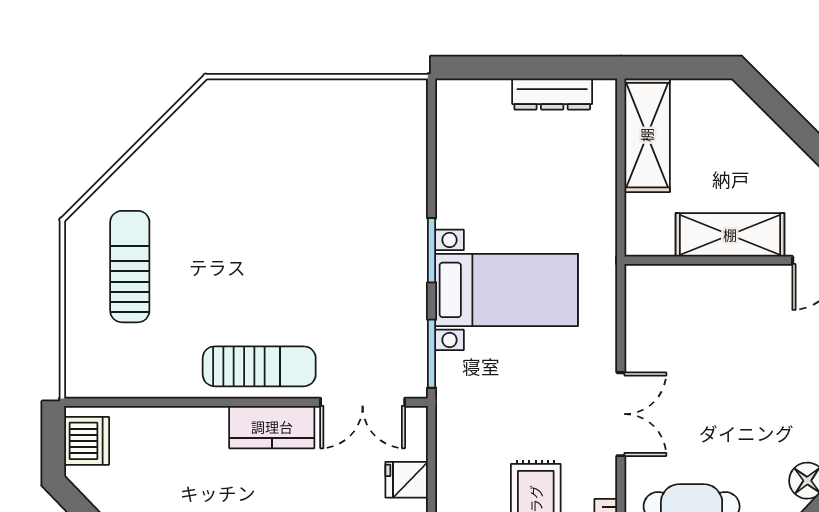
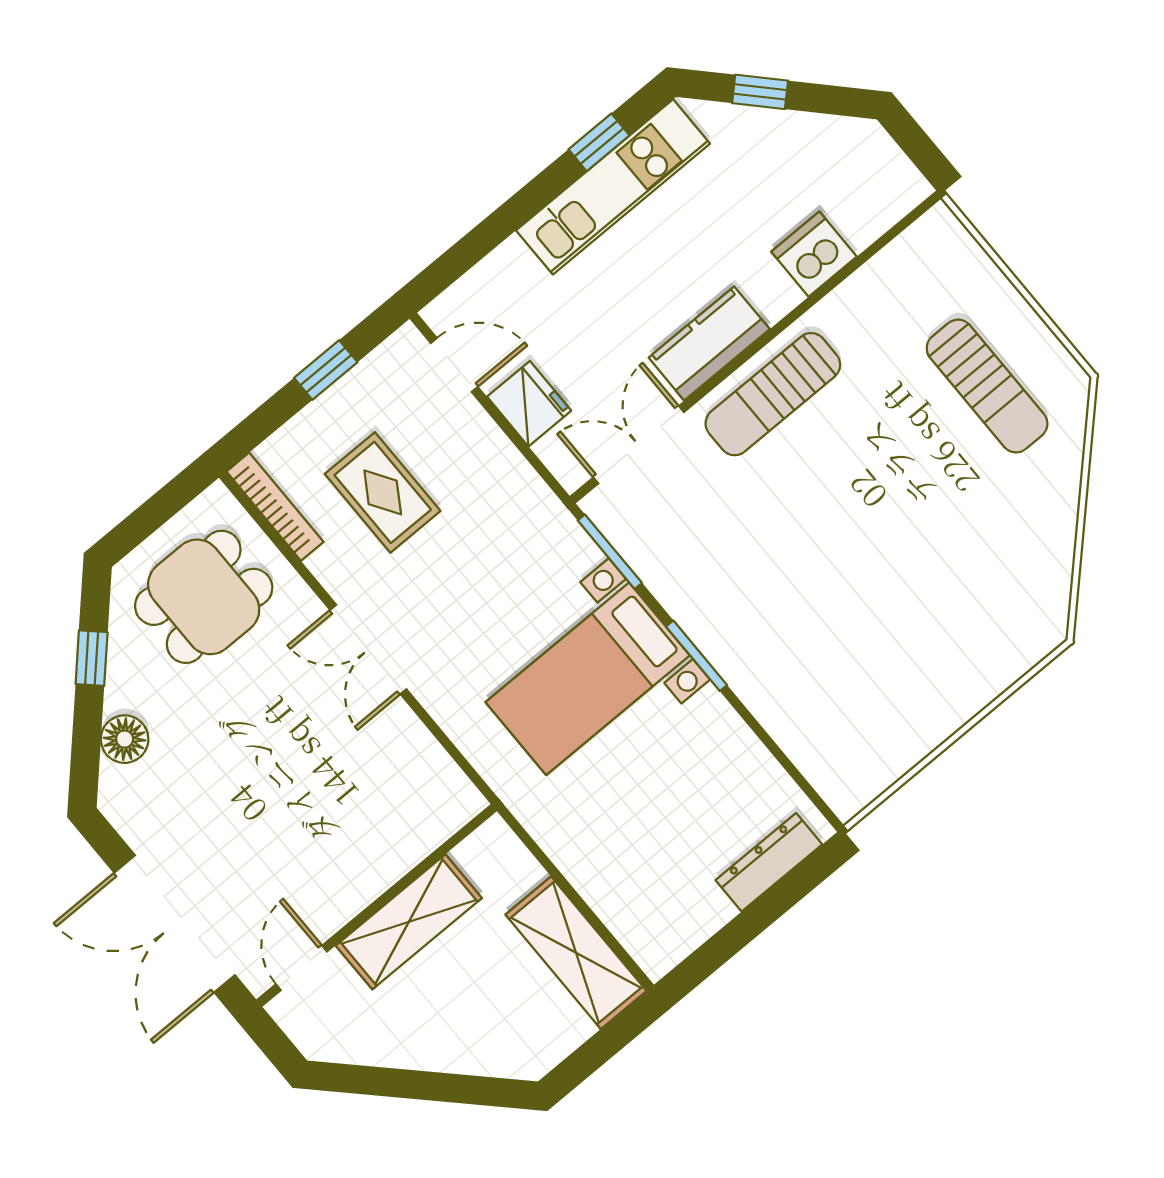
dresser: (552, 94) -> (769, 862), moved
dishwasher: (87, 441) -> (814, 254), moved, turned 90
fridge: (407, 480) -> (529, 404), width x1.38

